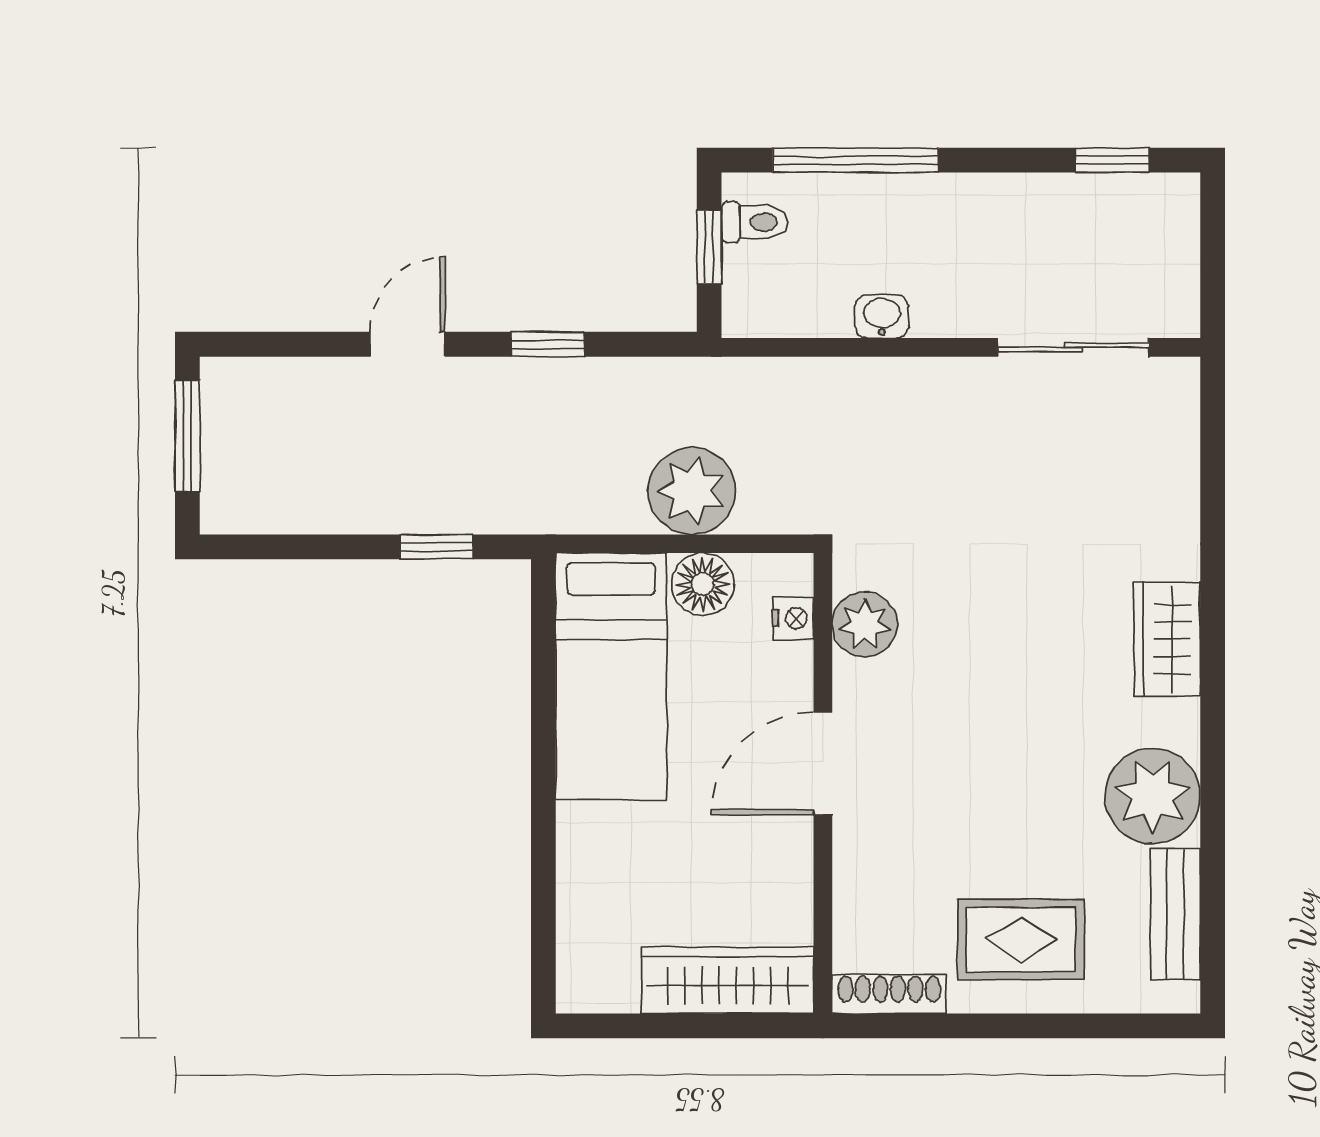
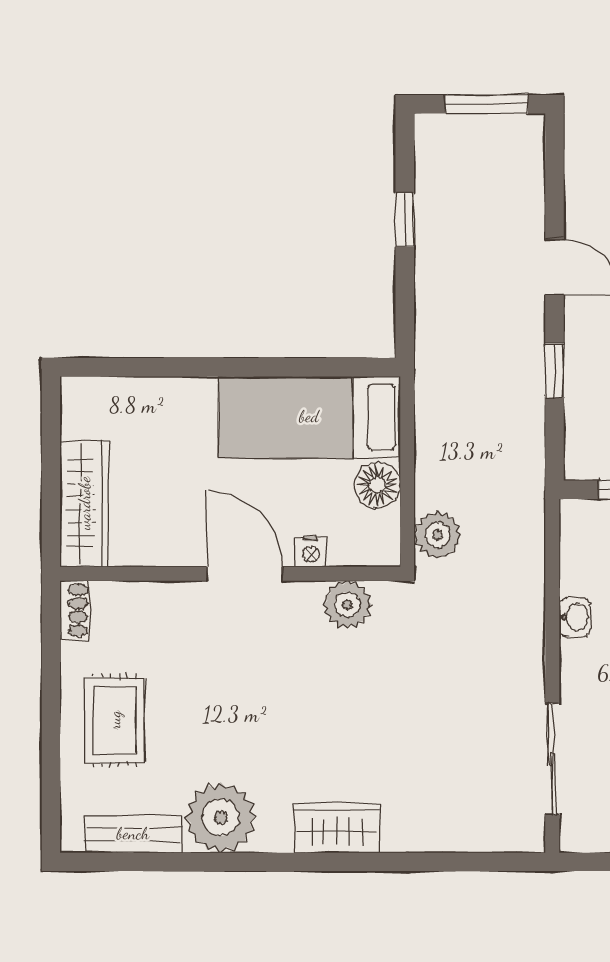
plant: (692, 491) -> (437, 535), moved, width x0.73, depth x0.73
window: (437, 547) -> (405, 220), moved
nightstand: (793, 618) -> (311, 552), moved
shoe rack: (889, 994) -> (74, 610), width x0.70

